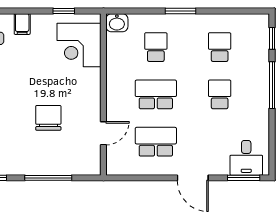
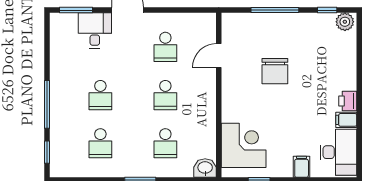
school desk: (156, 94) -> (165, 95), width x0.54
school desk: (156, 142) -> (165, 47), width x0.54
desk: (246, 158) -> (95, 30), moved

